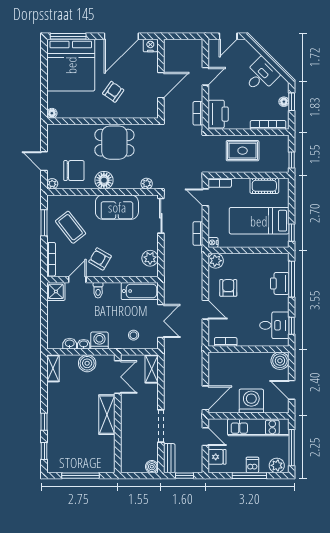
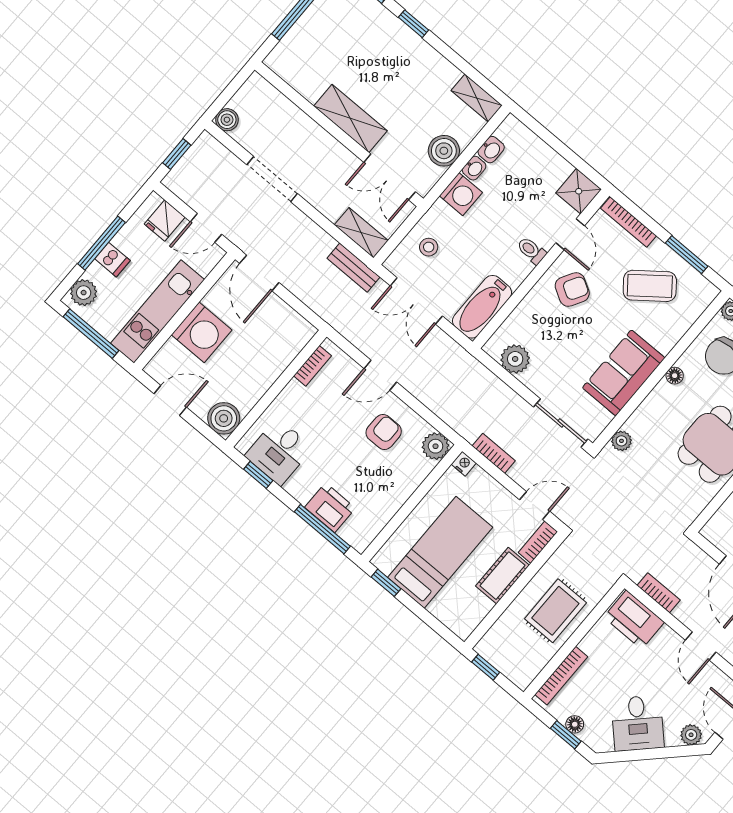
plant: (247, 48) -> (691, 735), added
floor lamp: (104, 180) -> (675, 376), width x0.53, depth x0.53
cot: (264, 186) -> (502, 576), moved
armchair: (228, 288) -> (384, 432), turned -90
bench: (169, 458) -> (354, 268), moved

